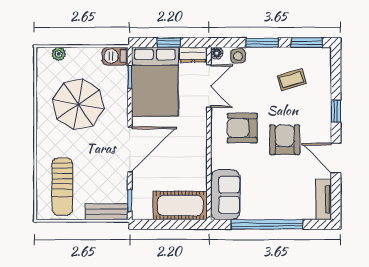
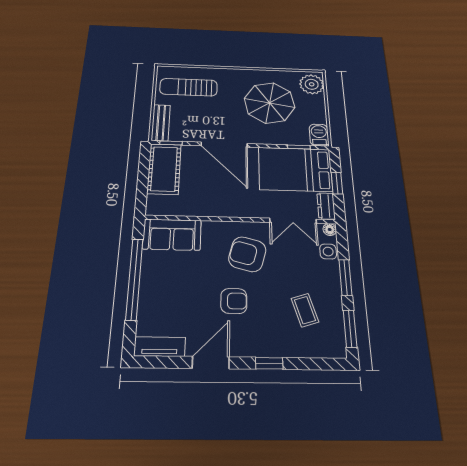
plant: (59, 54) -> (312, 84), width x1.88, depth x1.88
armchair: (242, 128) -> (247, 254), turned -75
armchair: (285, 140) -> (234, 301), width x0.72, depth x0.72
cot: (180, 206) -> (164, 169), moved

